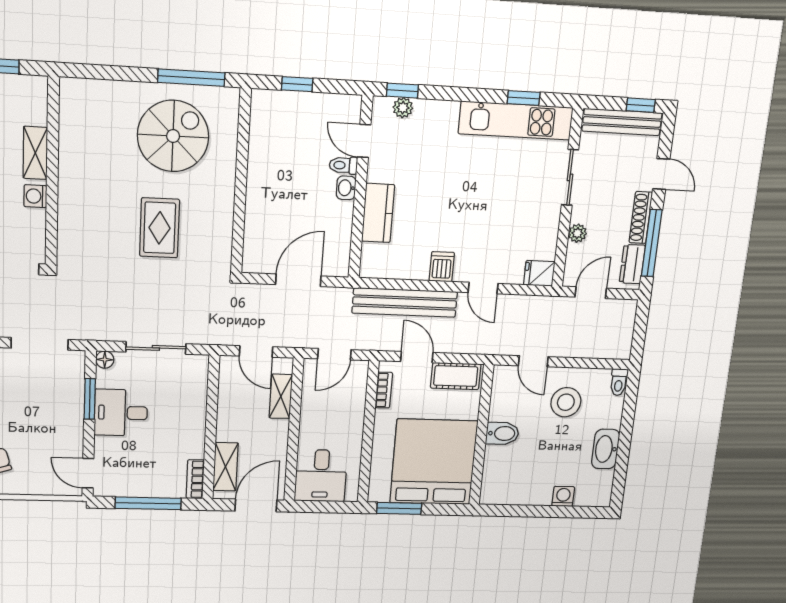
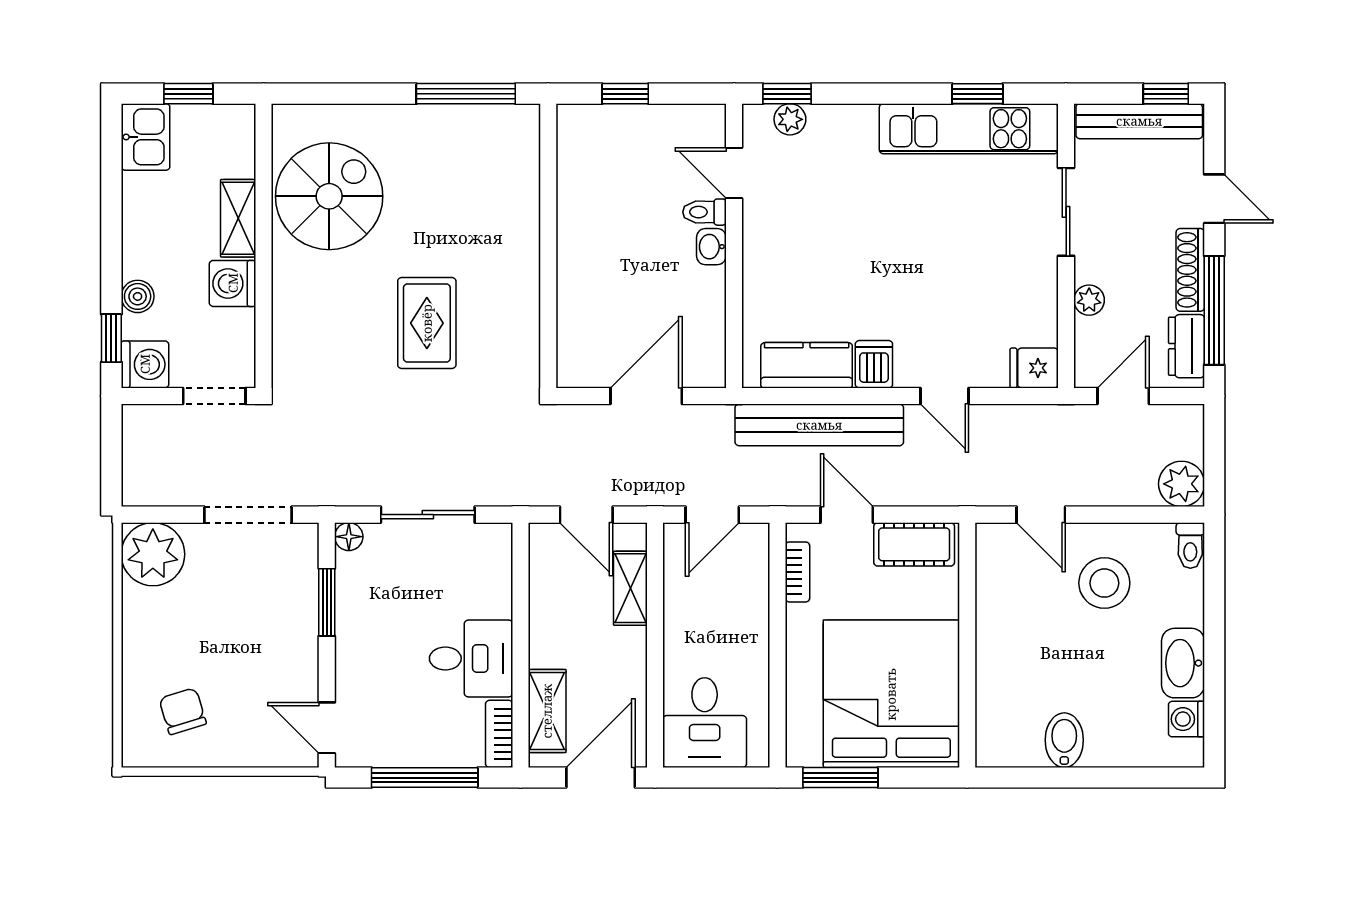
spiral stairs: (173, 136) -> (329, 196), moved
washing machine: (35, 196) -> (233, 283), width x1.38, depth x1.38
kitchen counter: (378, 213) -> (807, 365), moved, turned -90
plant: (618, 346) -> (1182, 484), added
desk: (121, 413) -> (471, 658), moved, turned 180
bidet: (502, 433) -> (1064, 740), moved, turned -90
washing machine: (563, 496) -> (1186, 719), moved, turned -90

